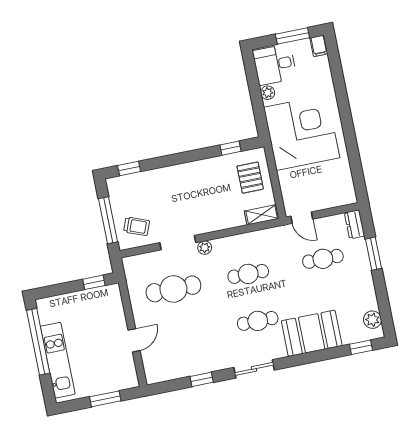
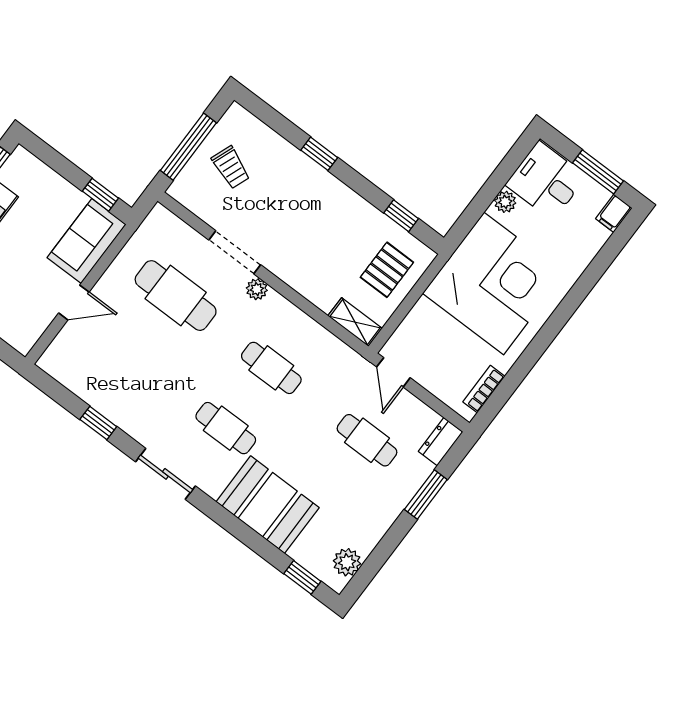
window: (129, 169) -> (319, 154), moved
bookcase: (348, 182) -> (484, 389), added
trolley: (137, 226) -> (231, 167), moved
sofa: (110, 308) -> (87, 241), added

